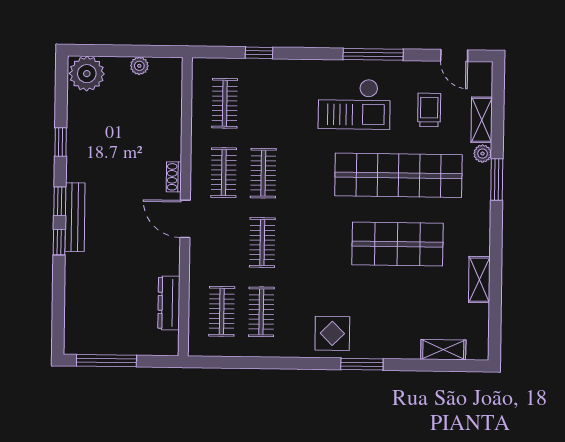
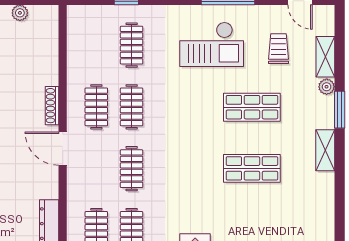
clothes rail: (225, 103) -> (132, 45), moved
shop shelf: (398, 175) -> (252, 107), width x0.50, depth x0.74
shoe rack: (174, 177) -> (52, 106), width x1.43
shop shelf: (397, 244) -> (252, 168), width x0.70, depth x0.74
shelving: (479, 280) -> (325, 150), moved

